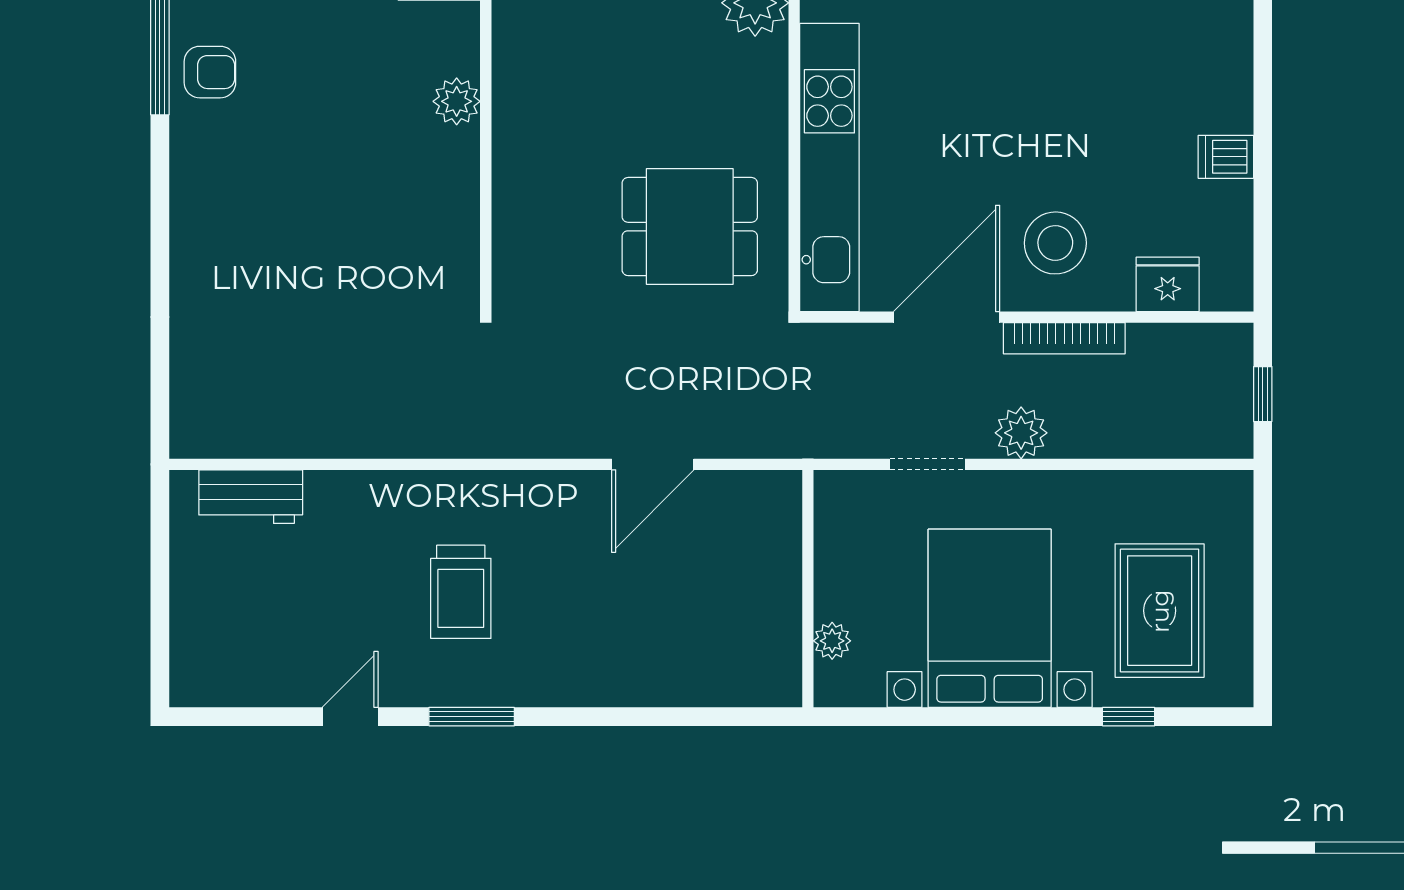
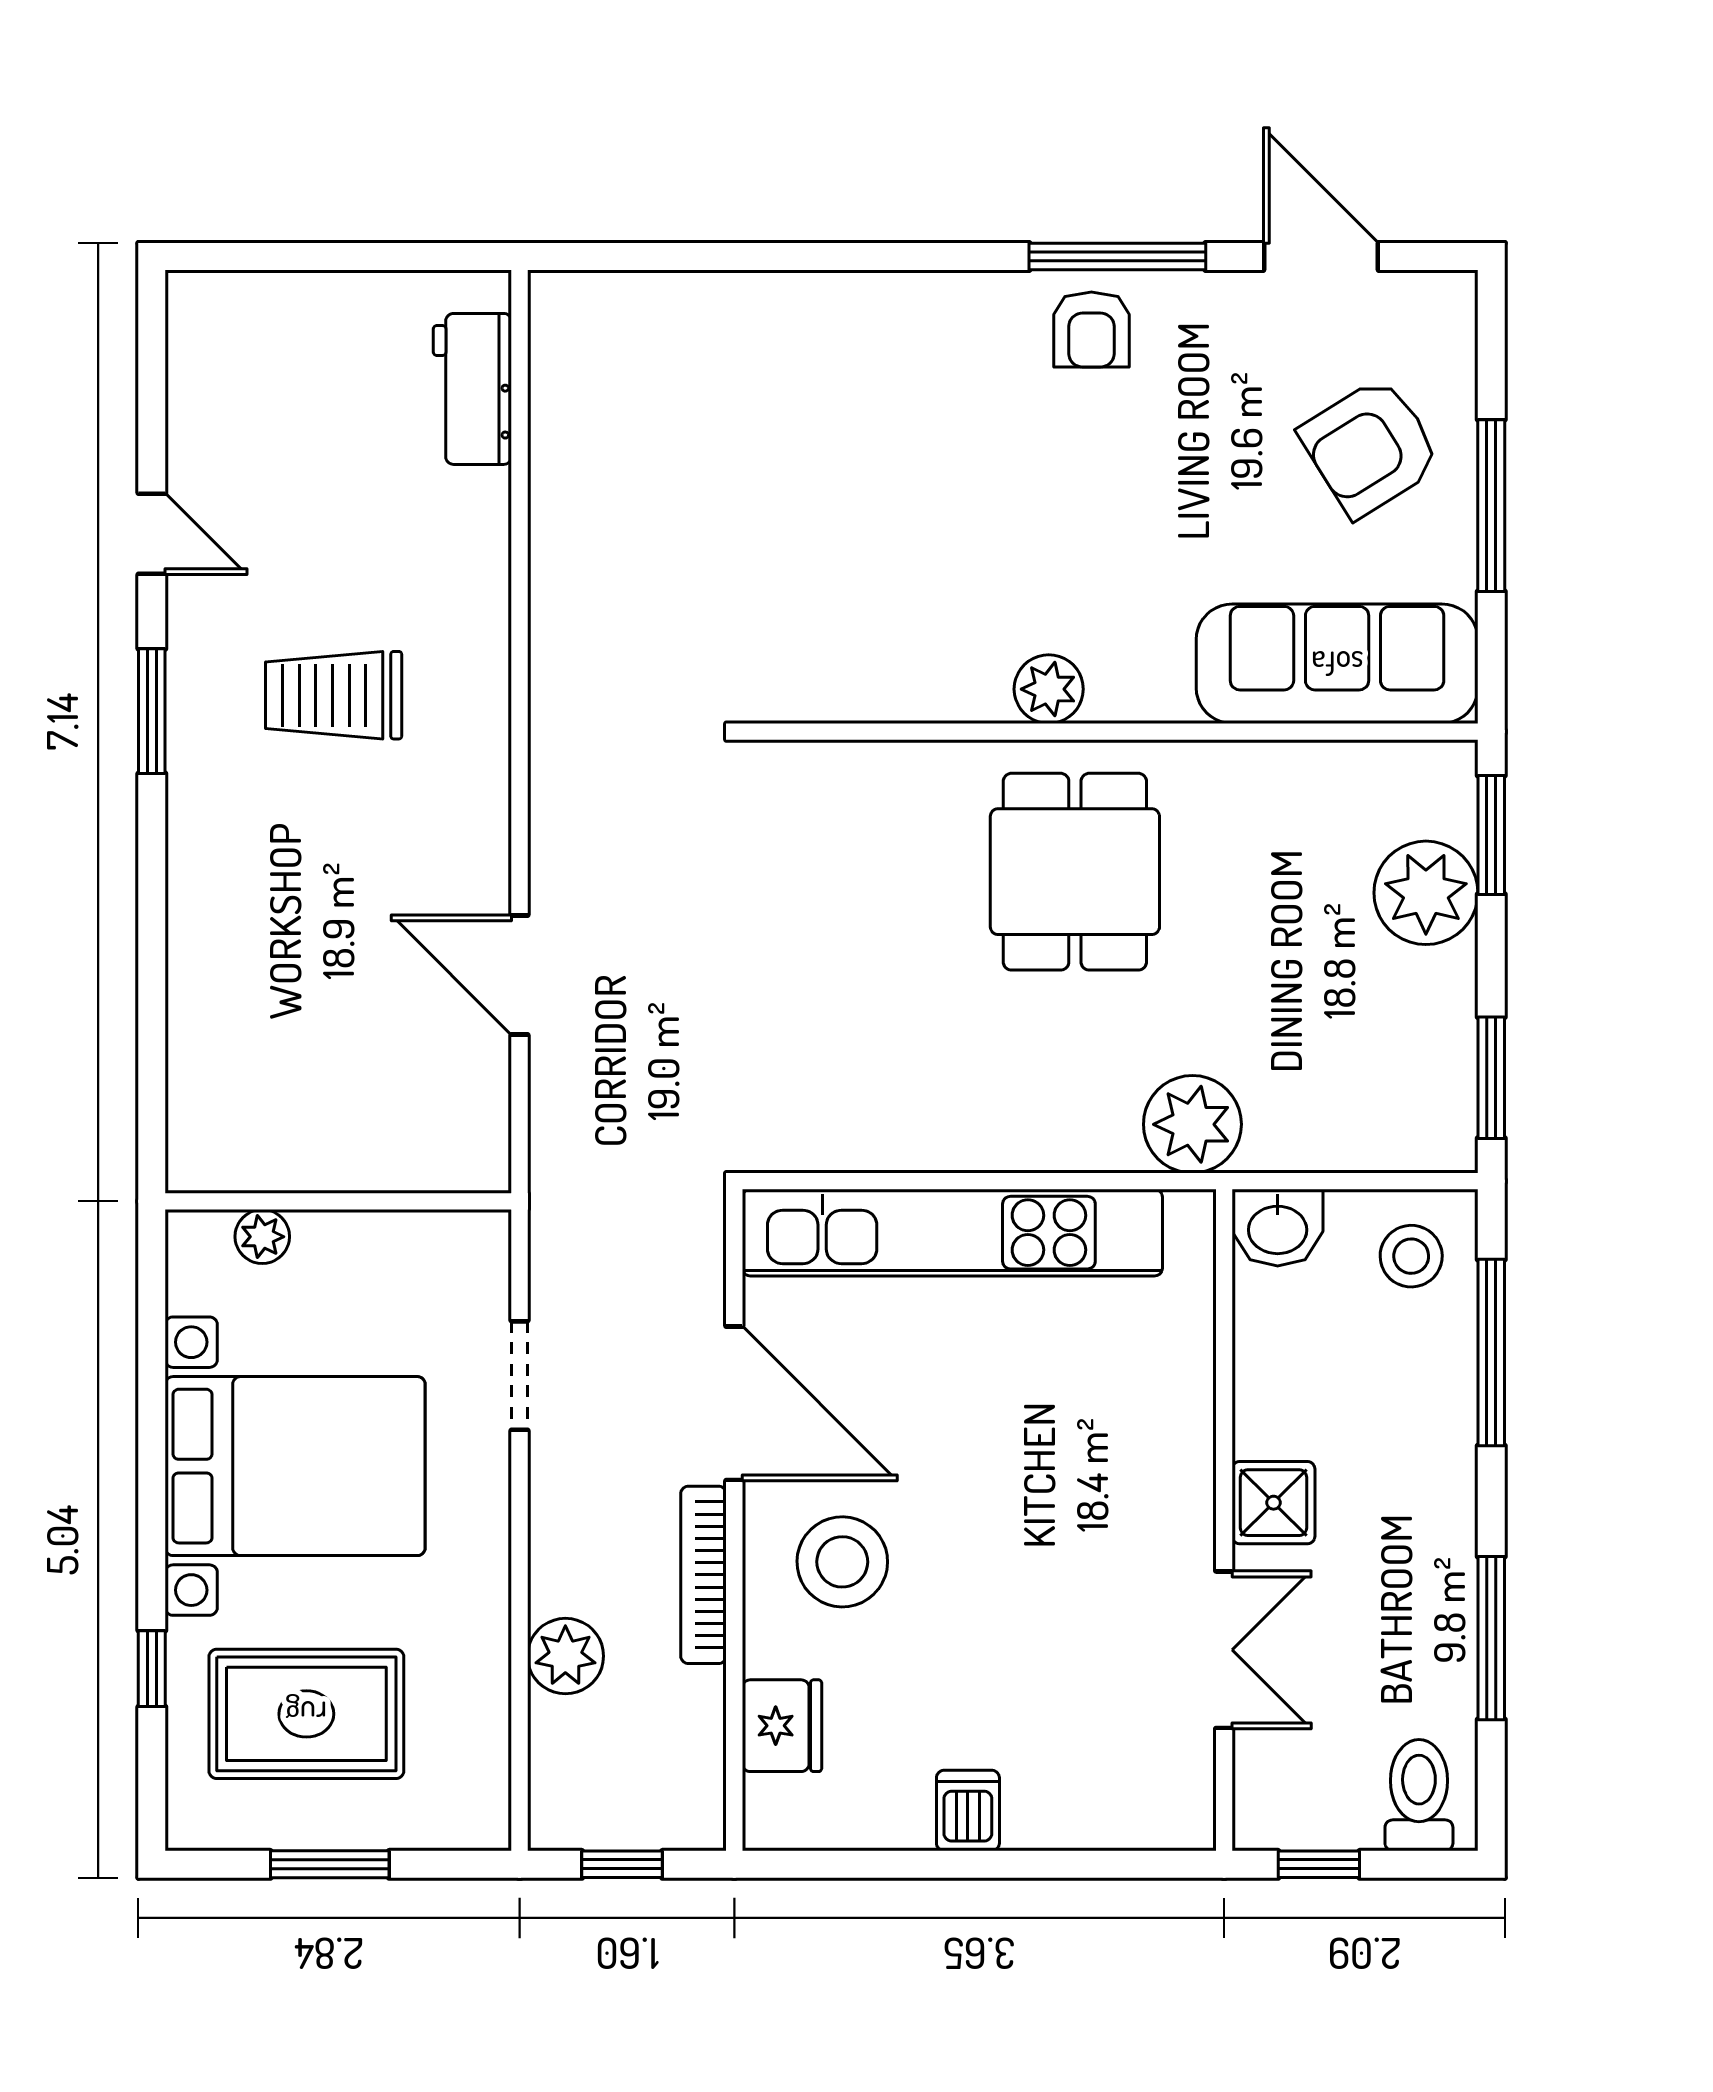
dining table: (690, 227) -> (1075, 872), moved
plant: (1021, 433) -> (565, 1656), moved
window: (1263, 595) -> (330, 1864), added

